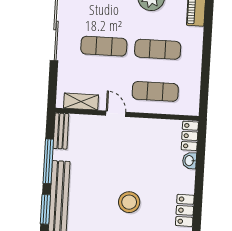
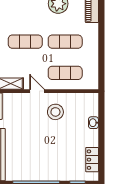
locker: (190, 136) -> (93, 104), removed
stool: (129, 202) -> (55, 112), moved

